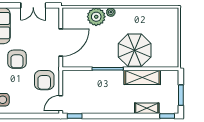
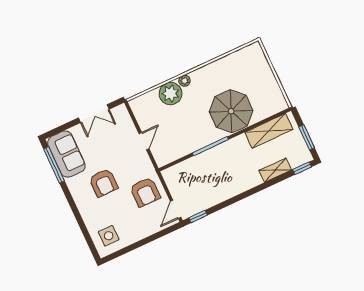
door: (61, 43) -> (144, 141), width x0.53
shelving: (142, 77) -> (269, 131), moved

